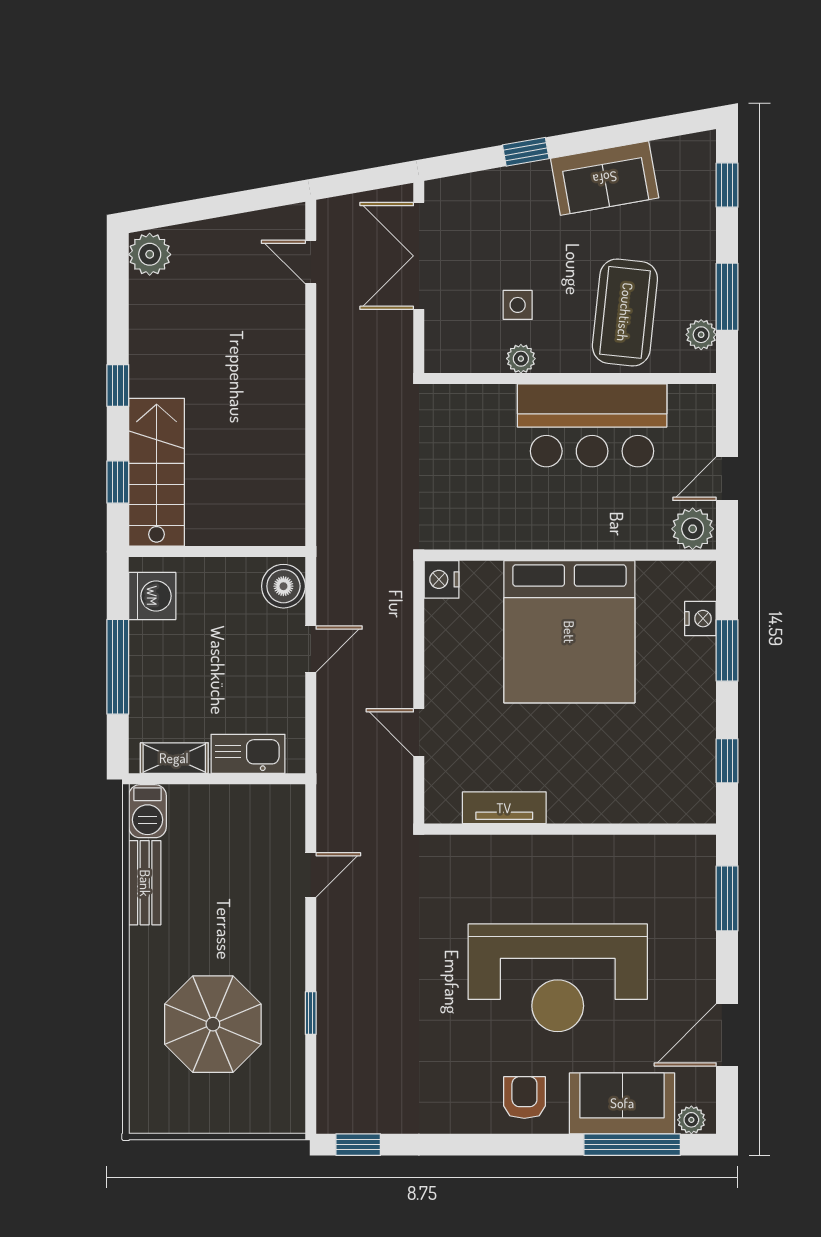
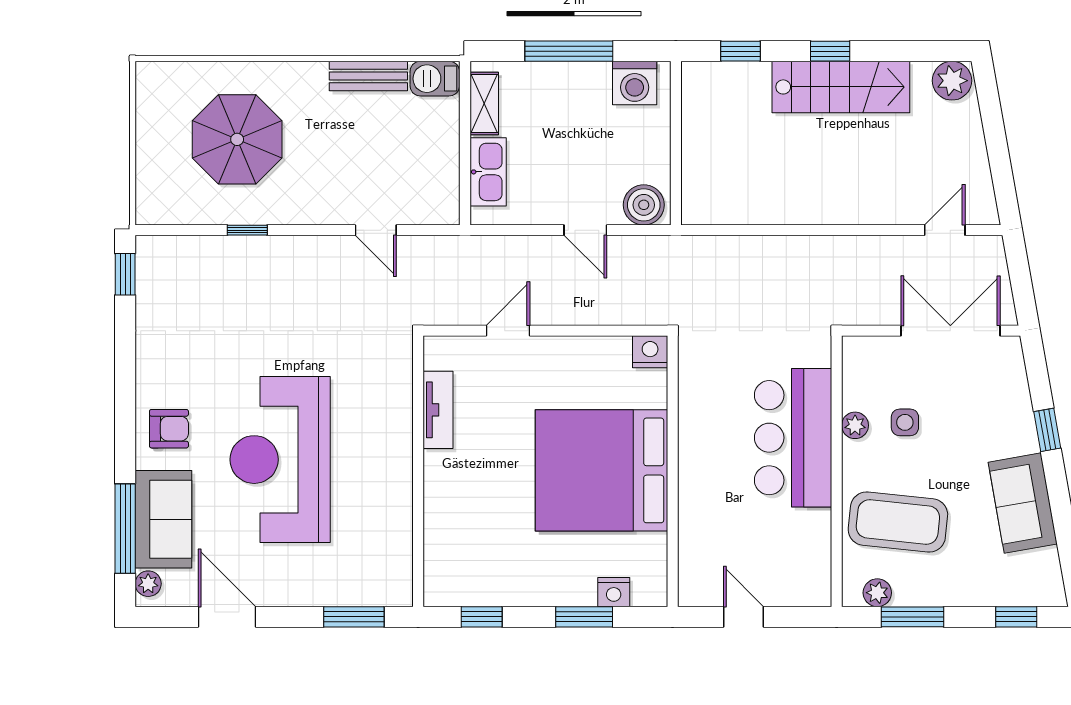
bar counter: (592, 425) -> (793, 438), moved
stairs: (157, 472) -> (841, 87), moved
plant: (693, 529) -> (697, 585), removed

